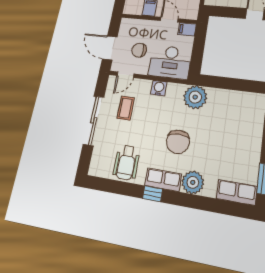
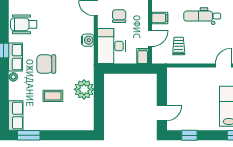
plant: (195, 97) -> (84, 89), moved
coffee table: (126, 108) -> (53, 96), moved
plant: (193, 182) -> (13, 77), width x0.53, depth x0.53

